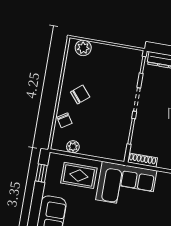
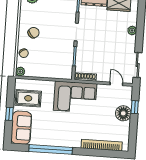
plant: (73, 147) -> (20, 72), moved
window: (41, 173) -> (9, 114), moved
rug: (79, 175) -> (28, 98), moved

